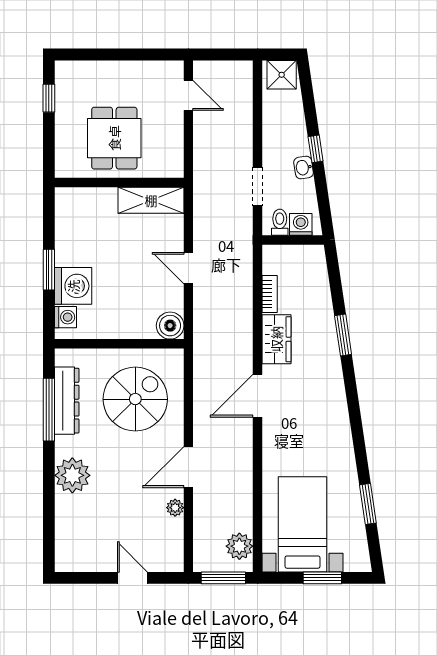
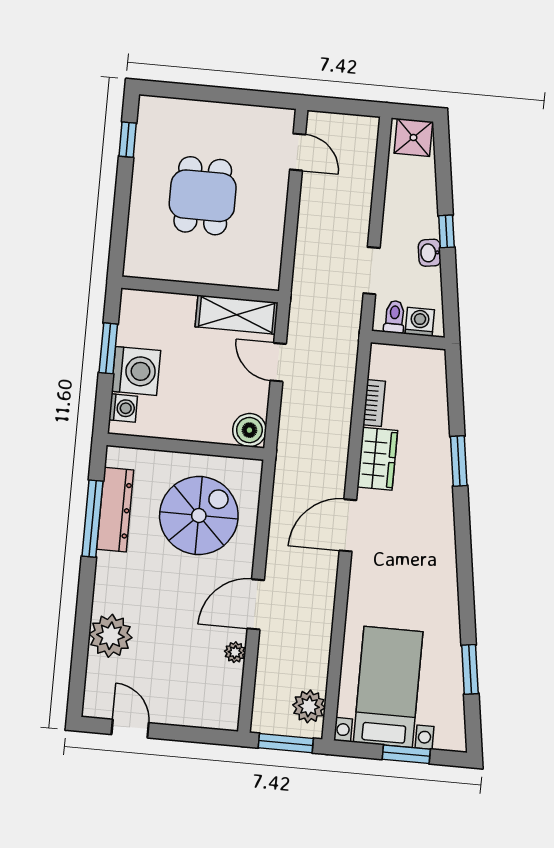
wall: (119, 182) -> (200, 289), moved
shelving: (151, 200) -> (237, 315), moved
plant: (72, 475) -> (110, 636), moved
door: (132, 578) -> (130, 729), moved

